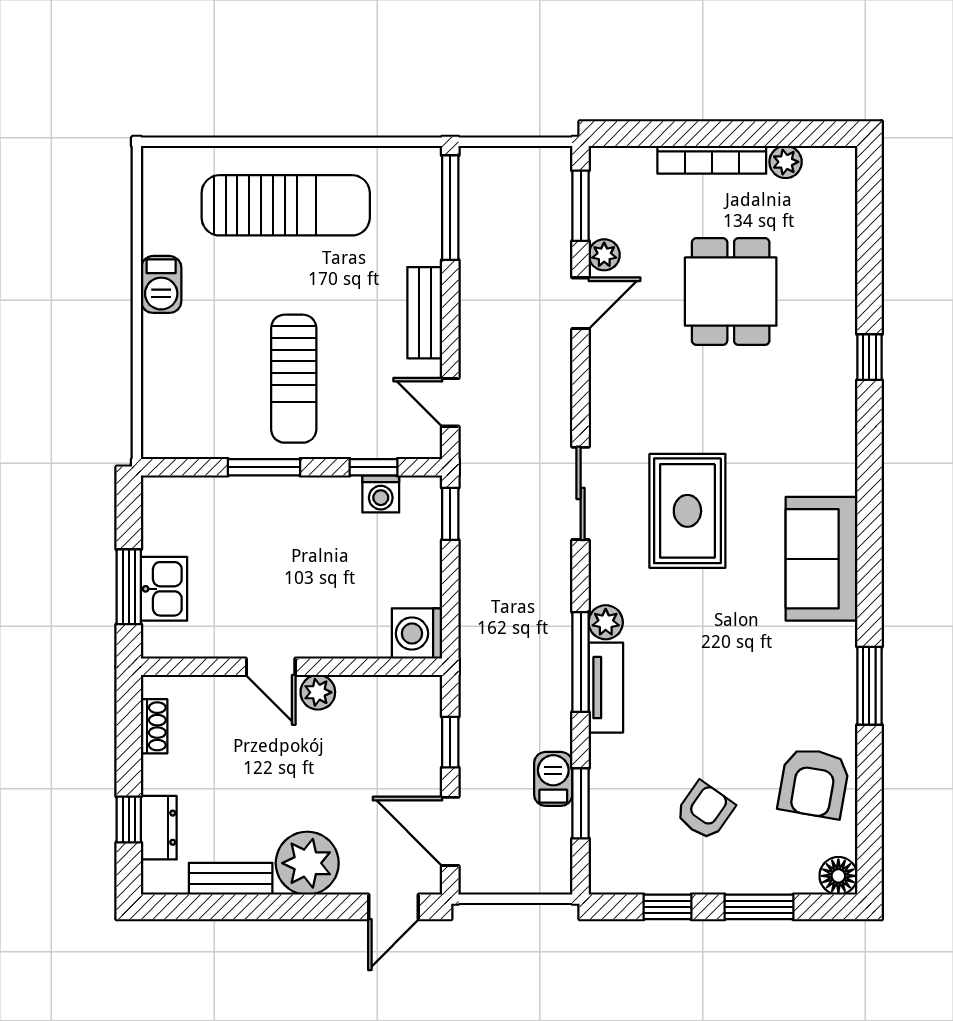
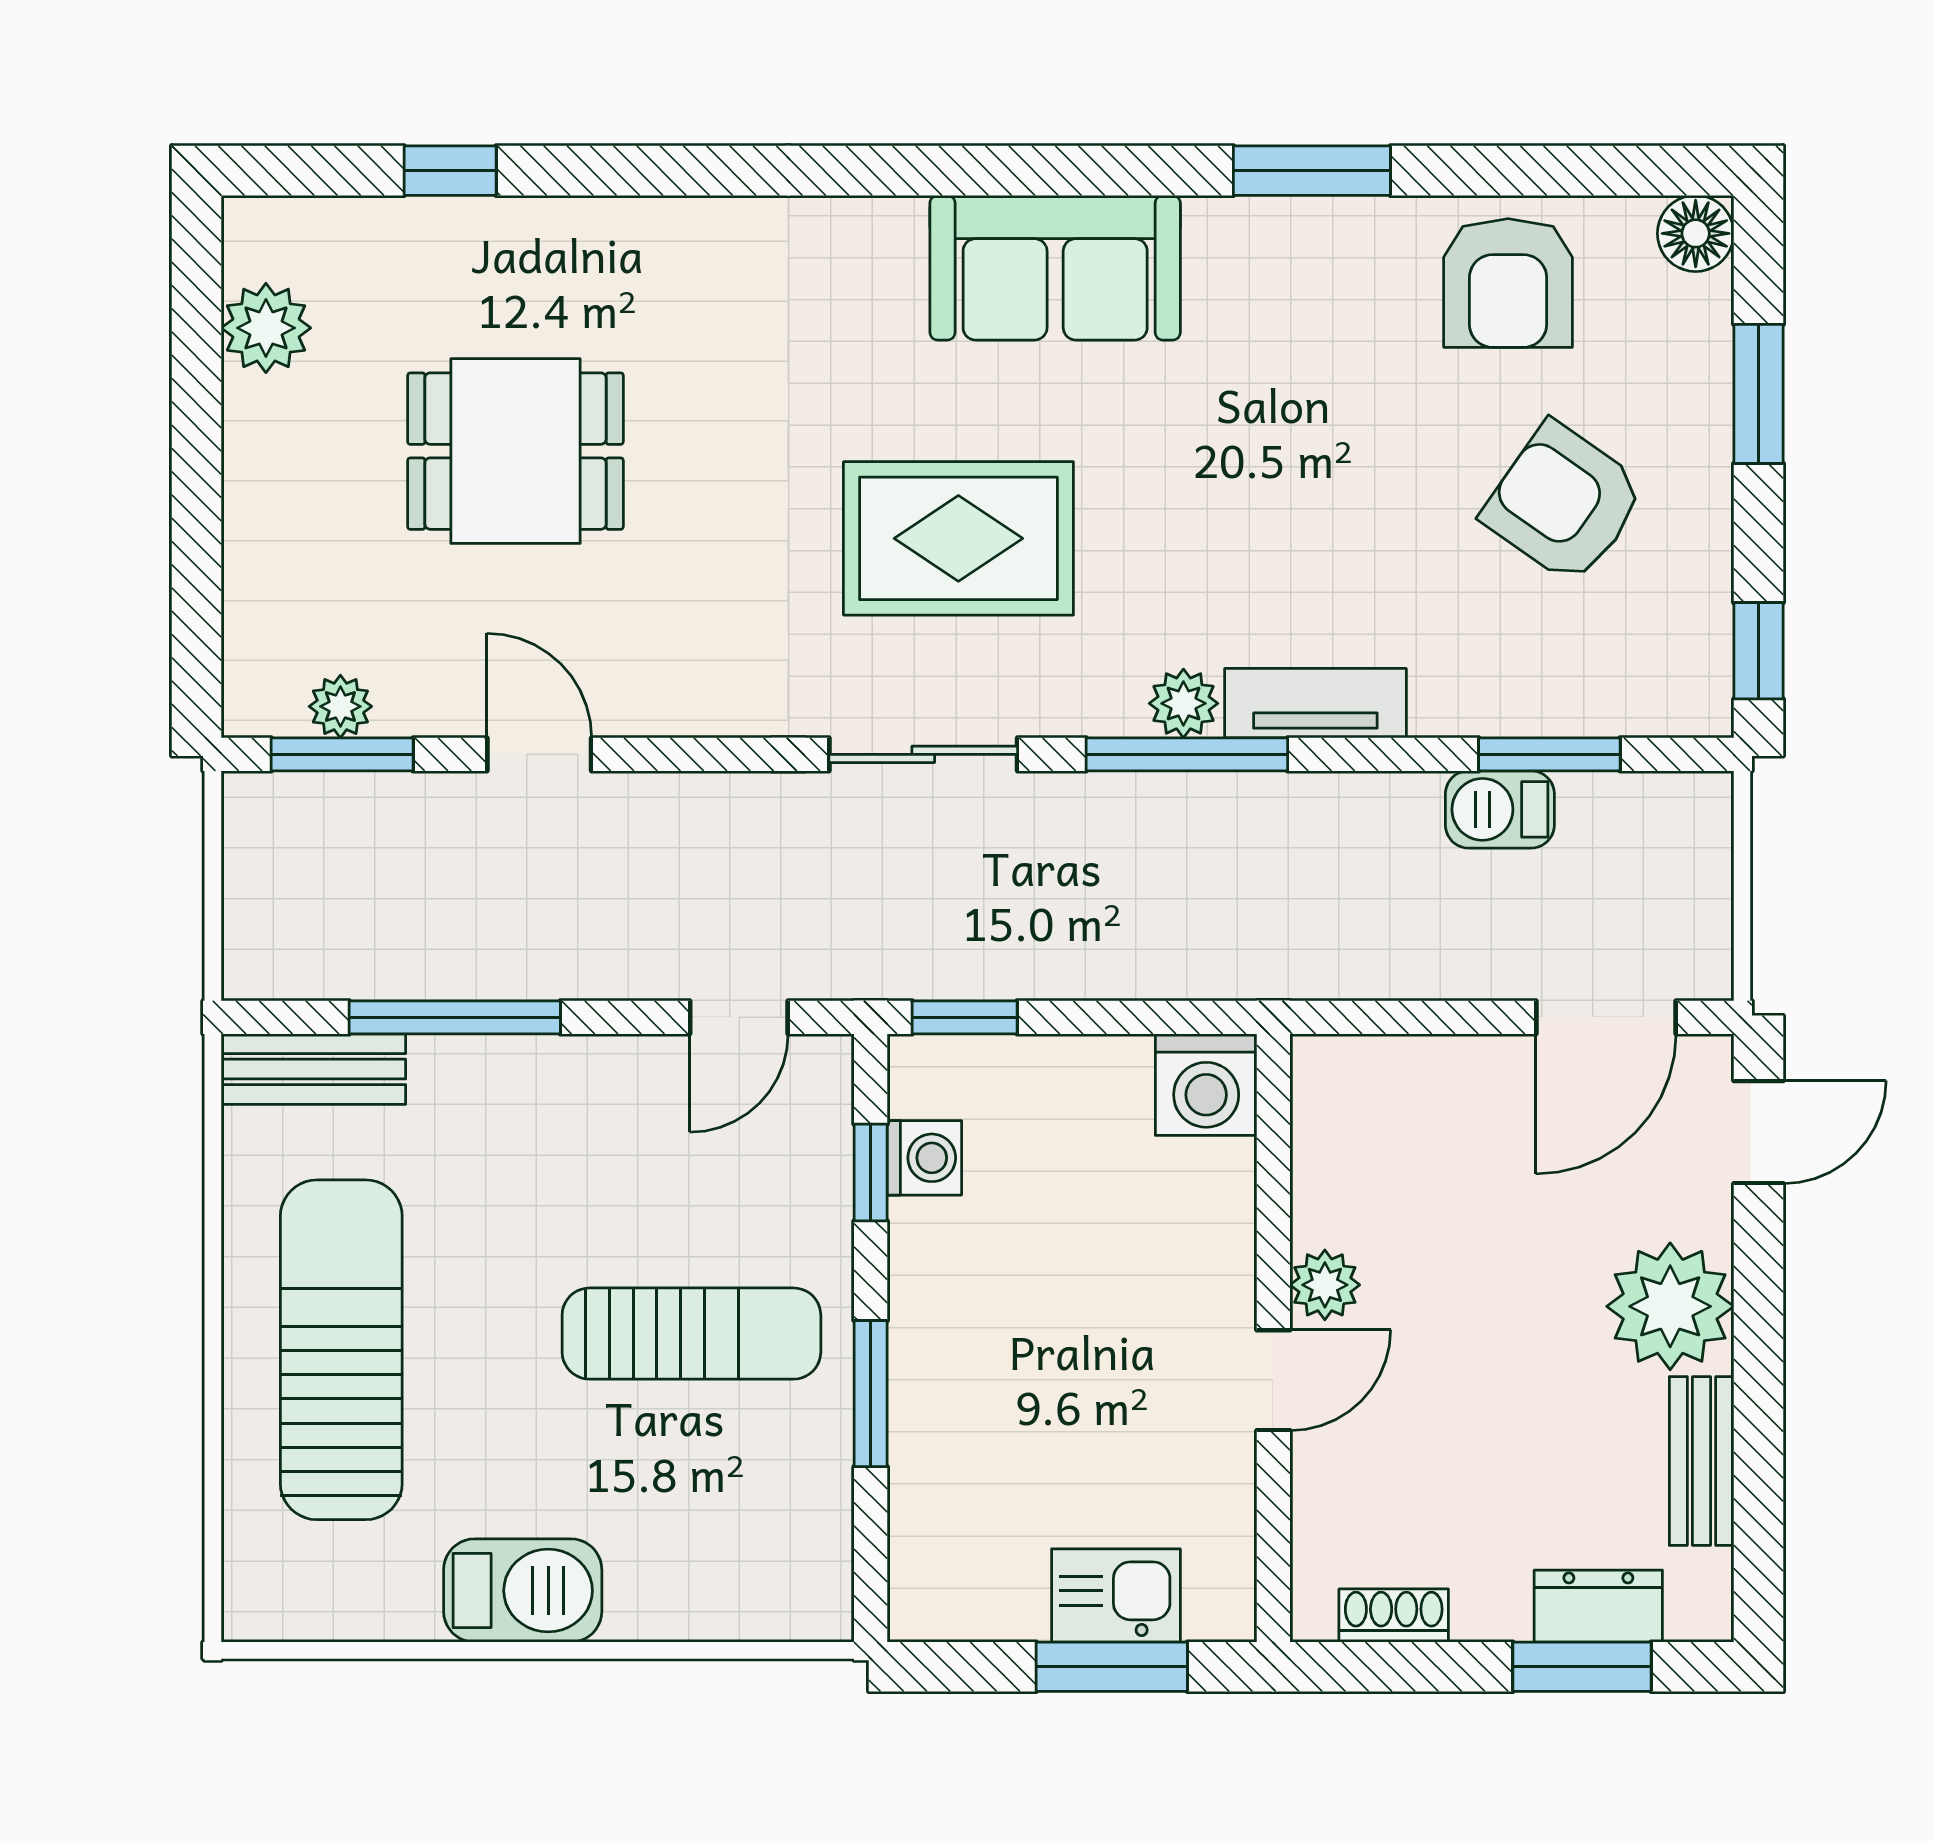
bookcase: (712, 160) -> (249, 489), removed
plant: (786, 162) -> (266, 328), width x1.38, depth x1.38
window: (450, 208) -> (455, 1017), moved
plant: (604, 255) -> (340, 706), moved
barbecue: (161, 284) -> (523, 1591), width x1.38, depth x1.27
bench: (425, 313) -> (313, 1069), moved
window: (869, 357) -> (450, 171), moved
window: (581, 662) -> (1187, 754), moved
window: (450, 742) -> (1425, 1017), removed
armchair: (814, 783) -> (1508, 283), turned 80
armchair: (705, 811) -> (1564, 503), width x1.38, depth x1.38
window: (129, 820) -> (1582, 1667), width x1.50
door: (394, 907) -> (1758, 1132), hinge flipped
window: (667, 907) -> (1758, 651), moved

